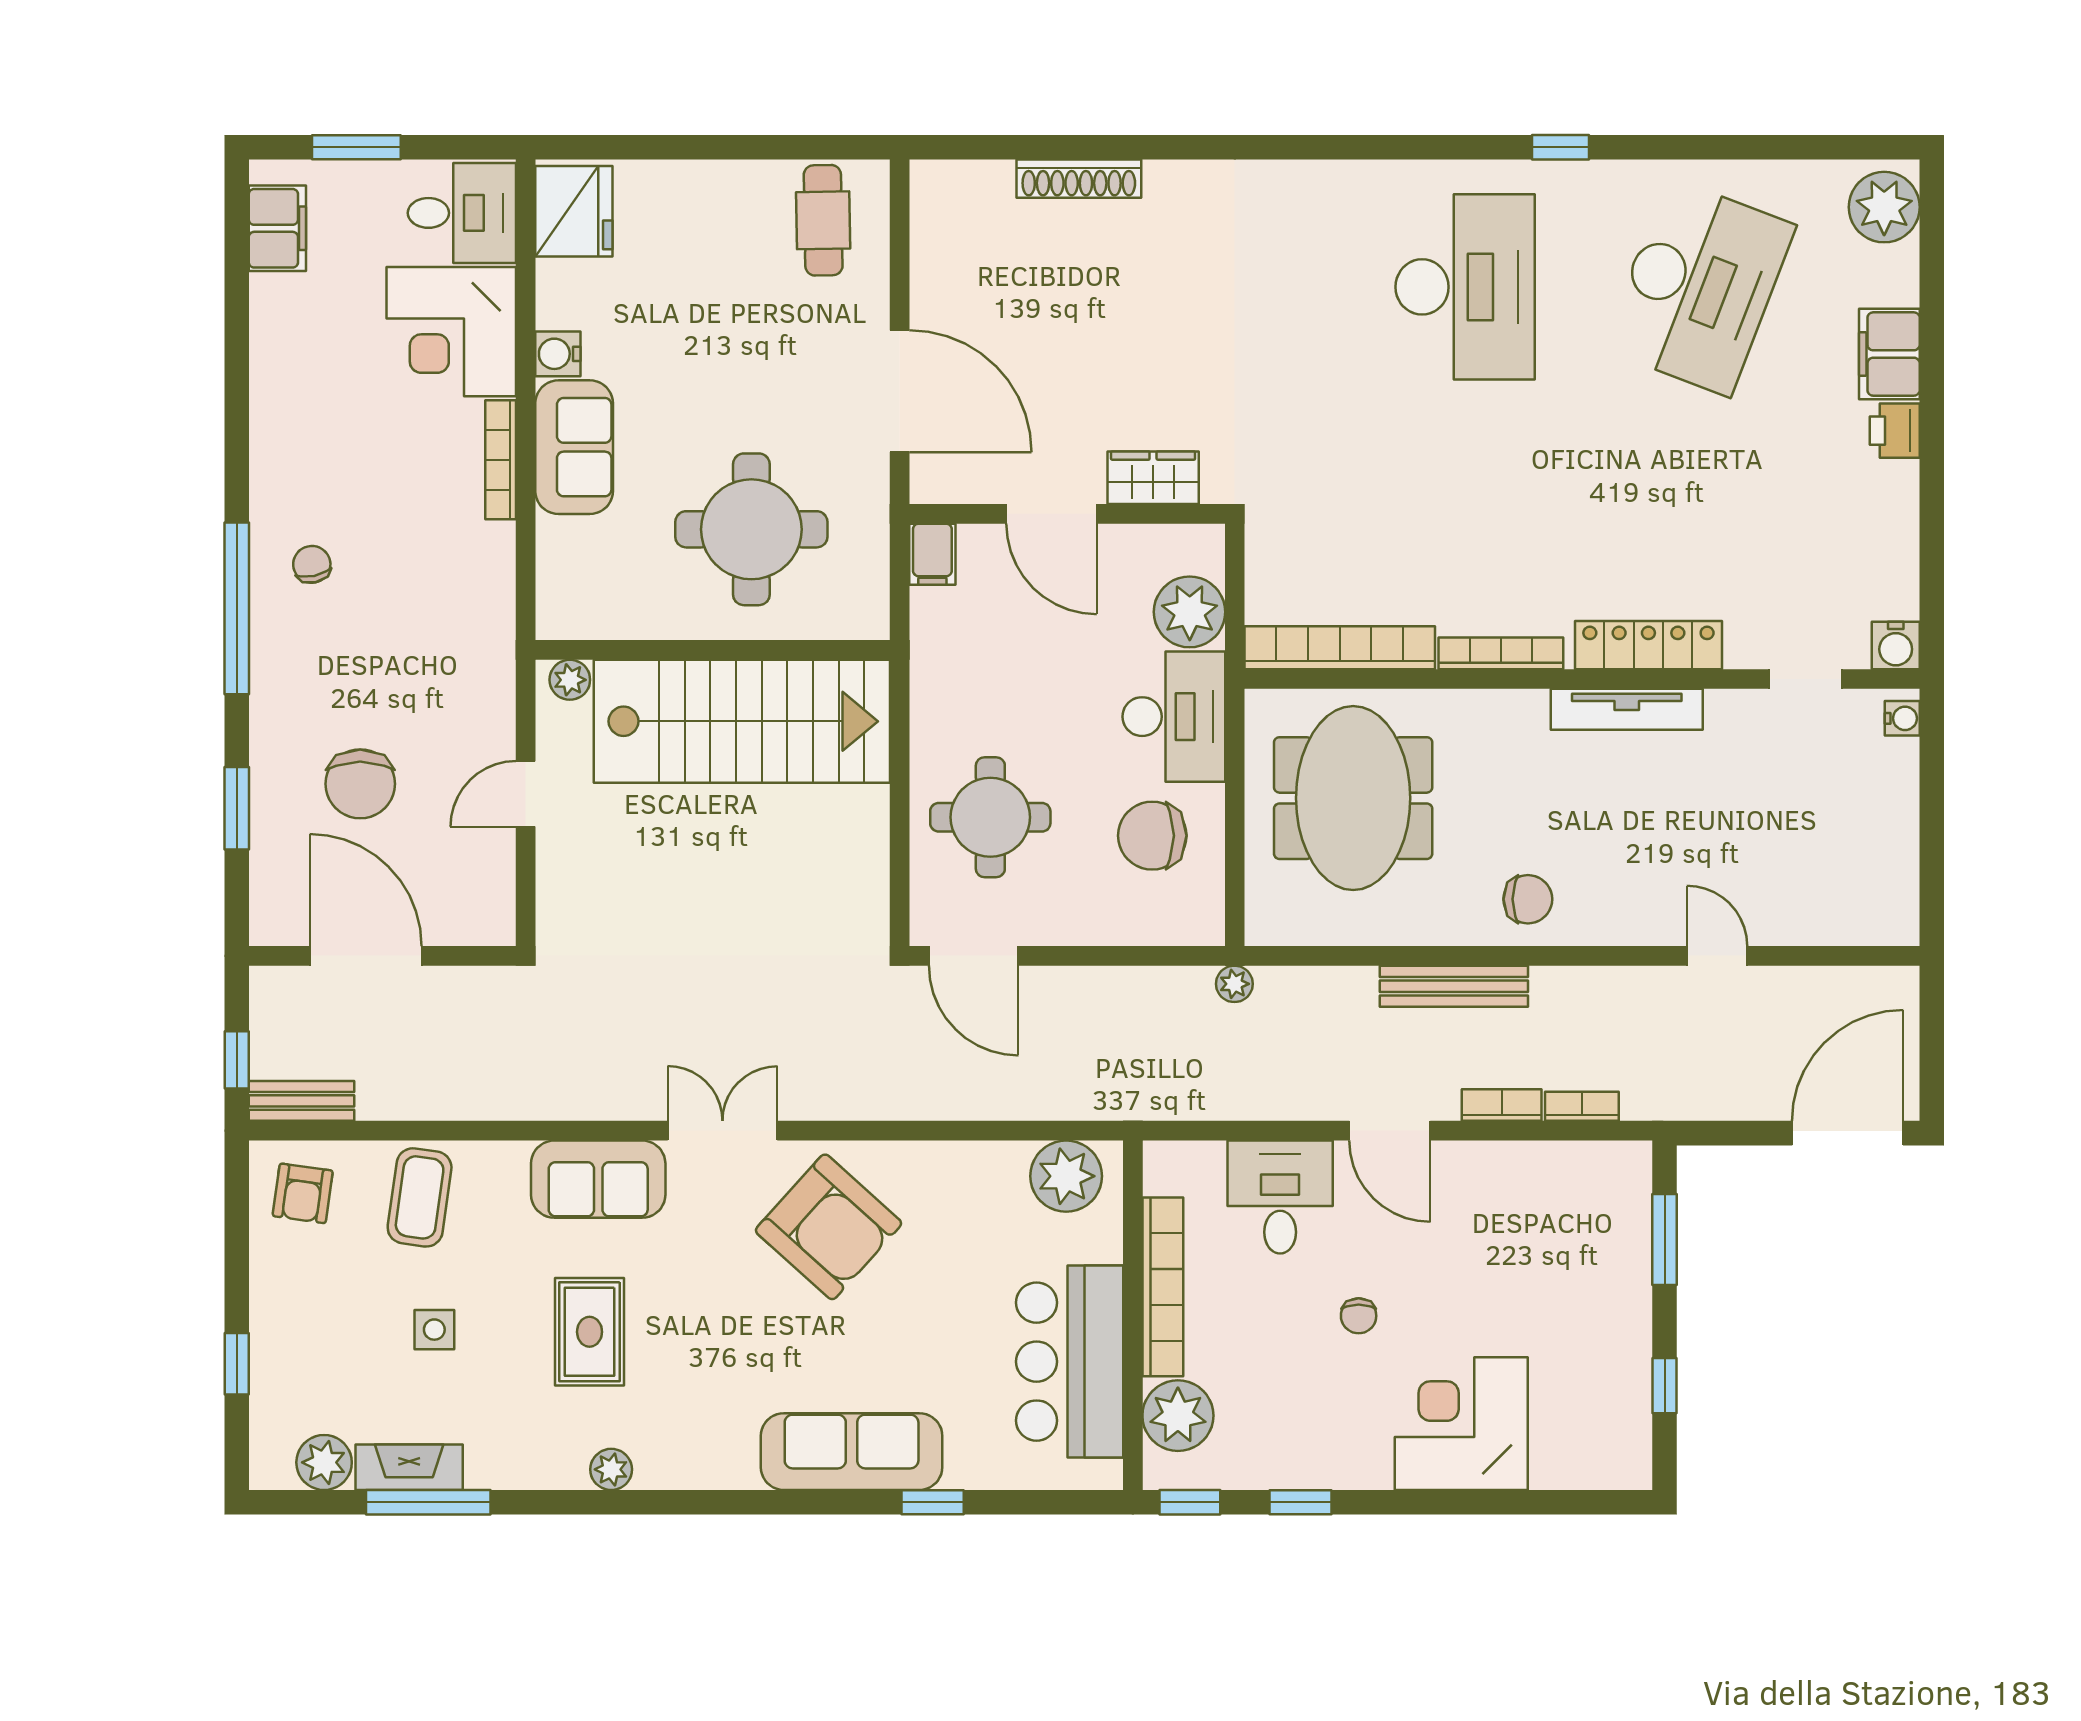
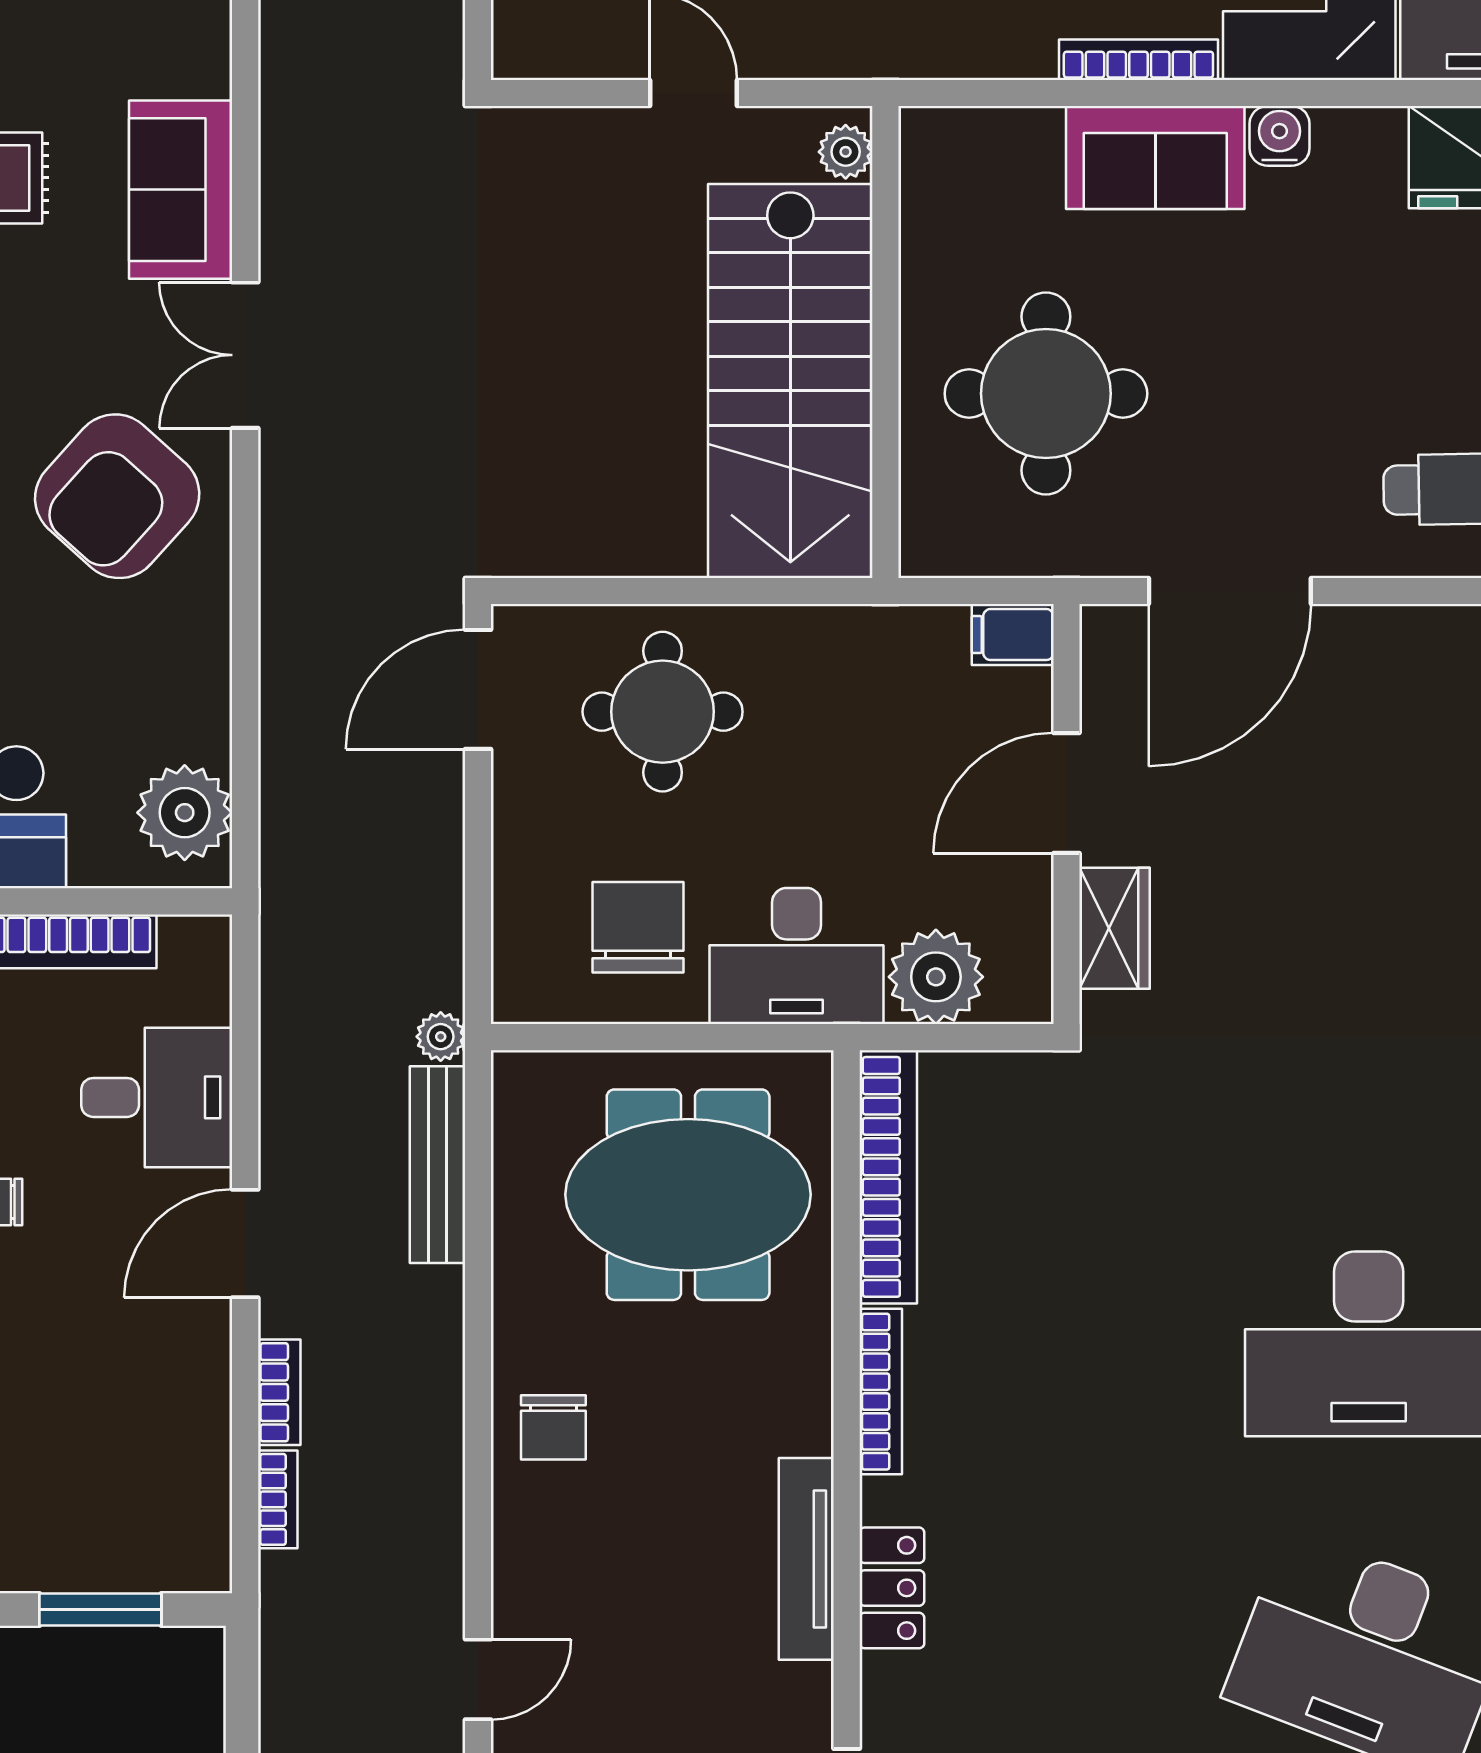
locker: (1648, 645) -> (892, 1588), width x0.66
bench: (1454, 986) -> (437, 1165), moved
double door: (723, 1131) -> (245, 355), swing flipped

